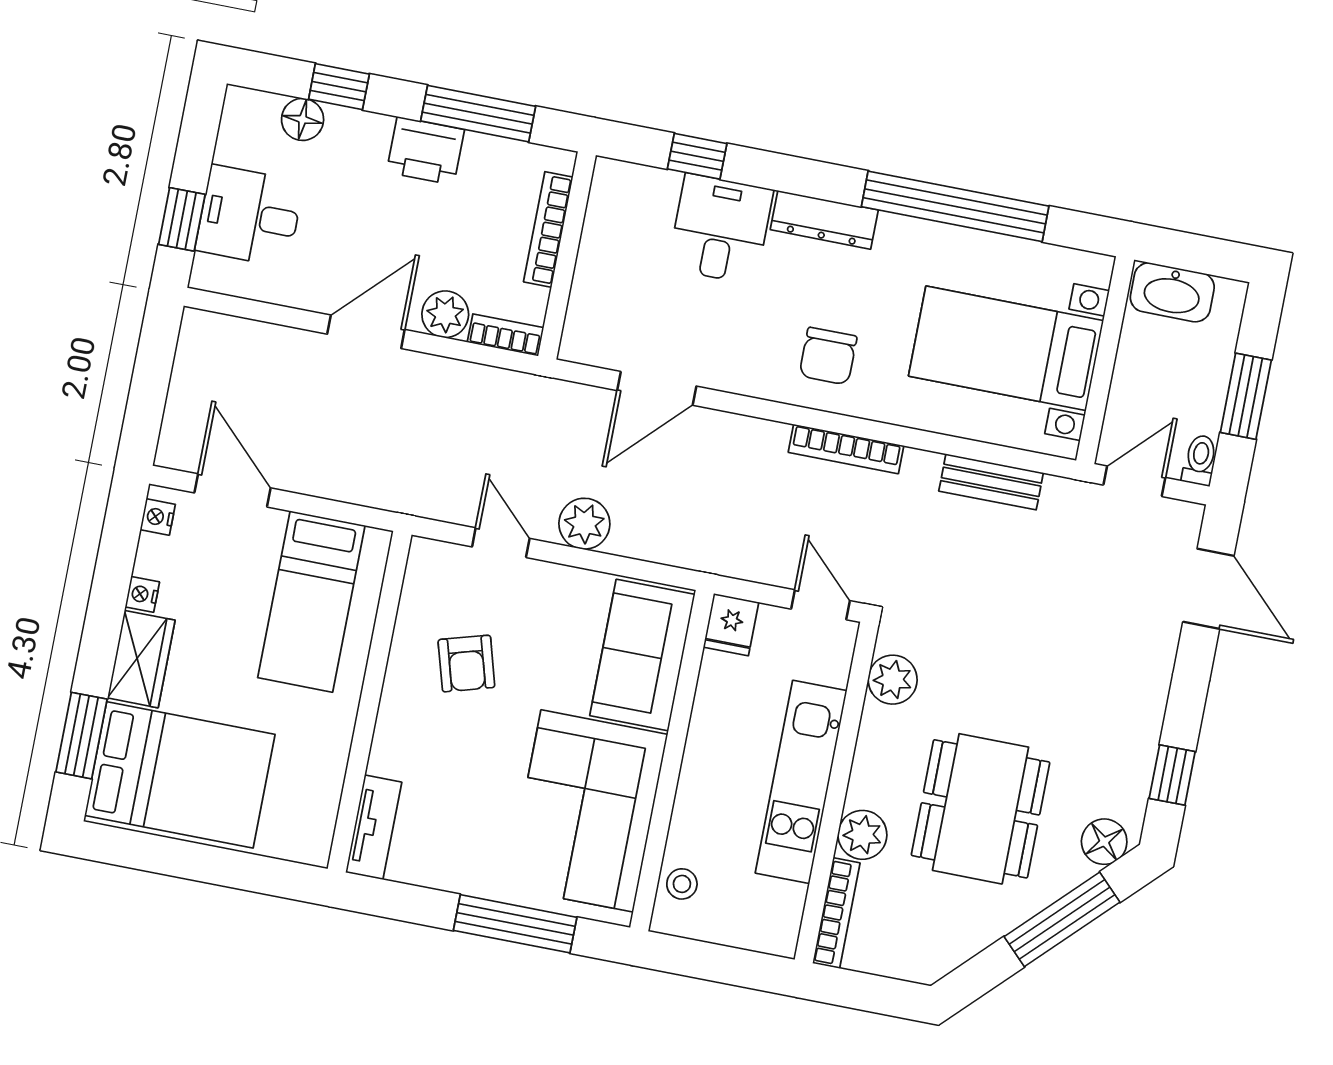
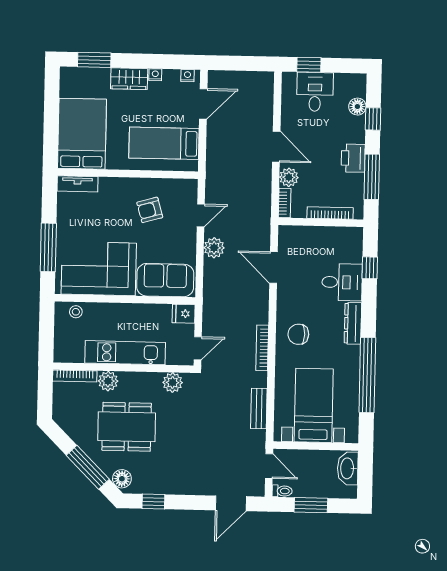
bed: (180, 775) -> (82, 134), moved, turned 180

